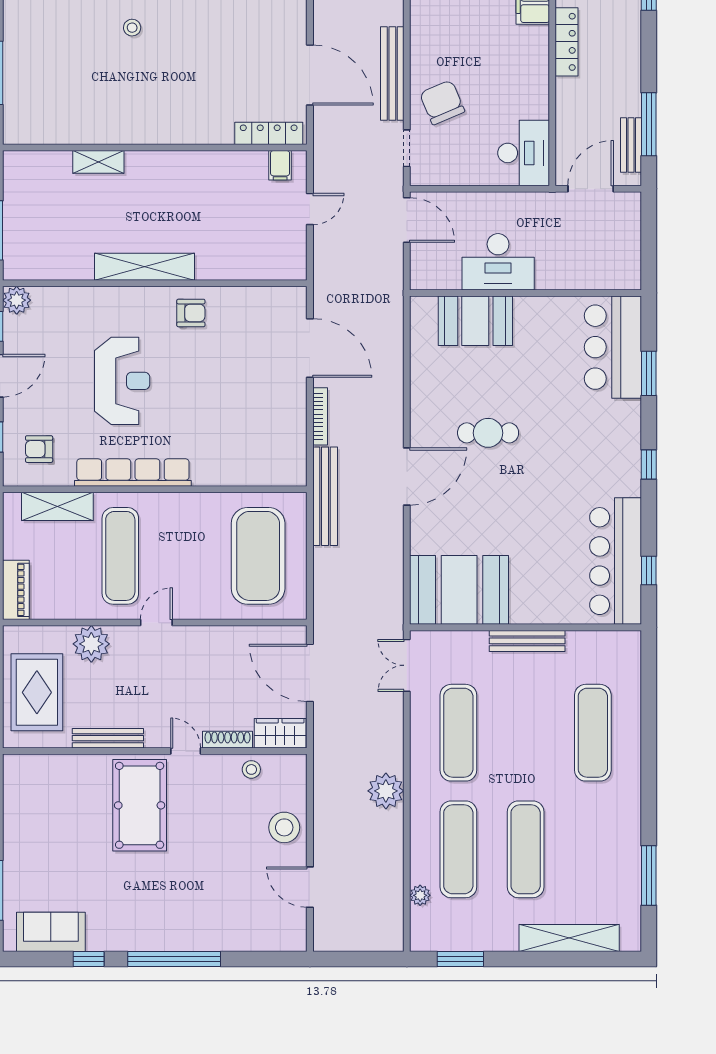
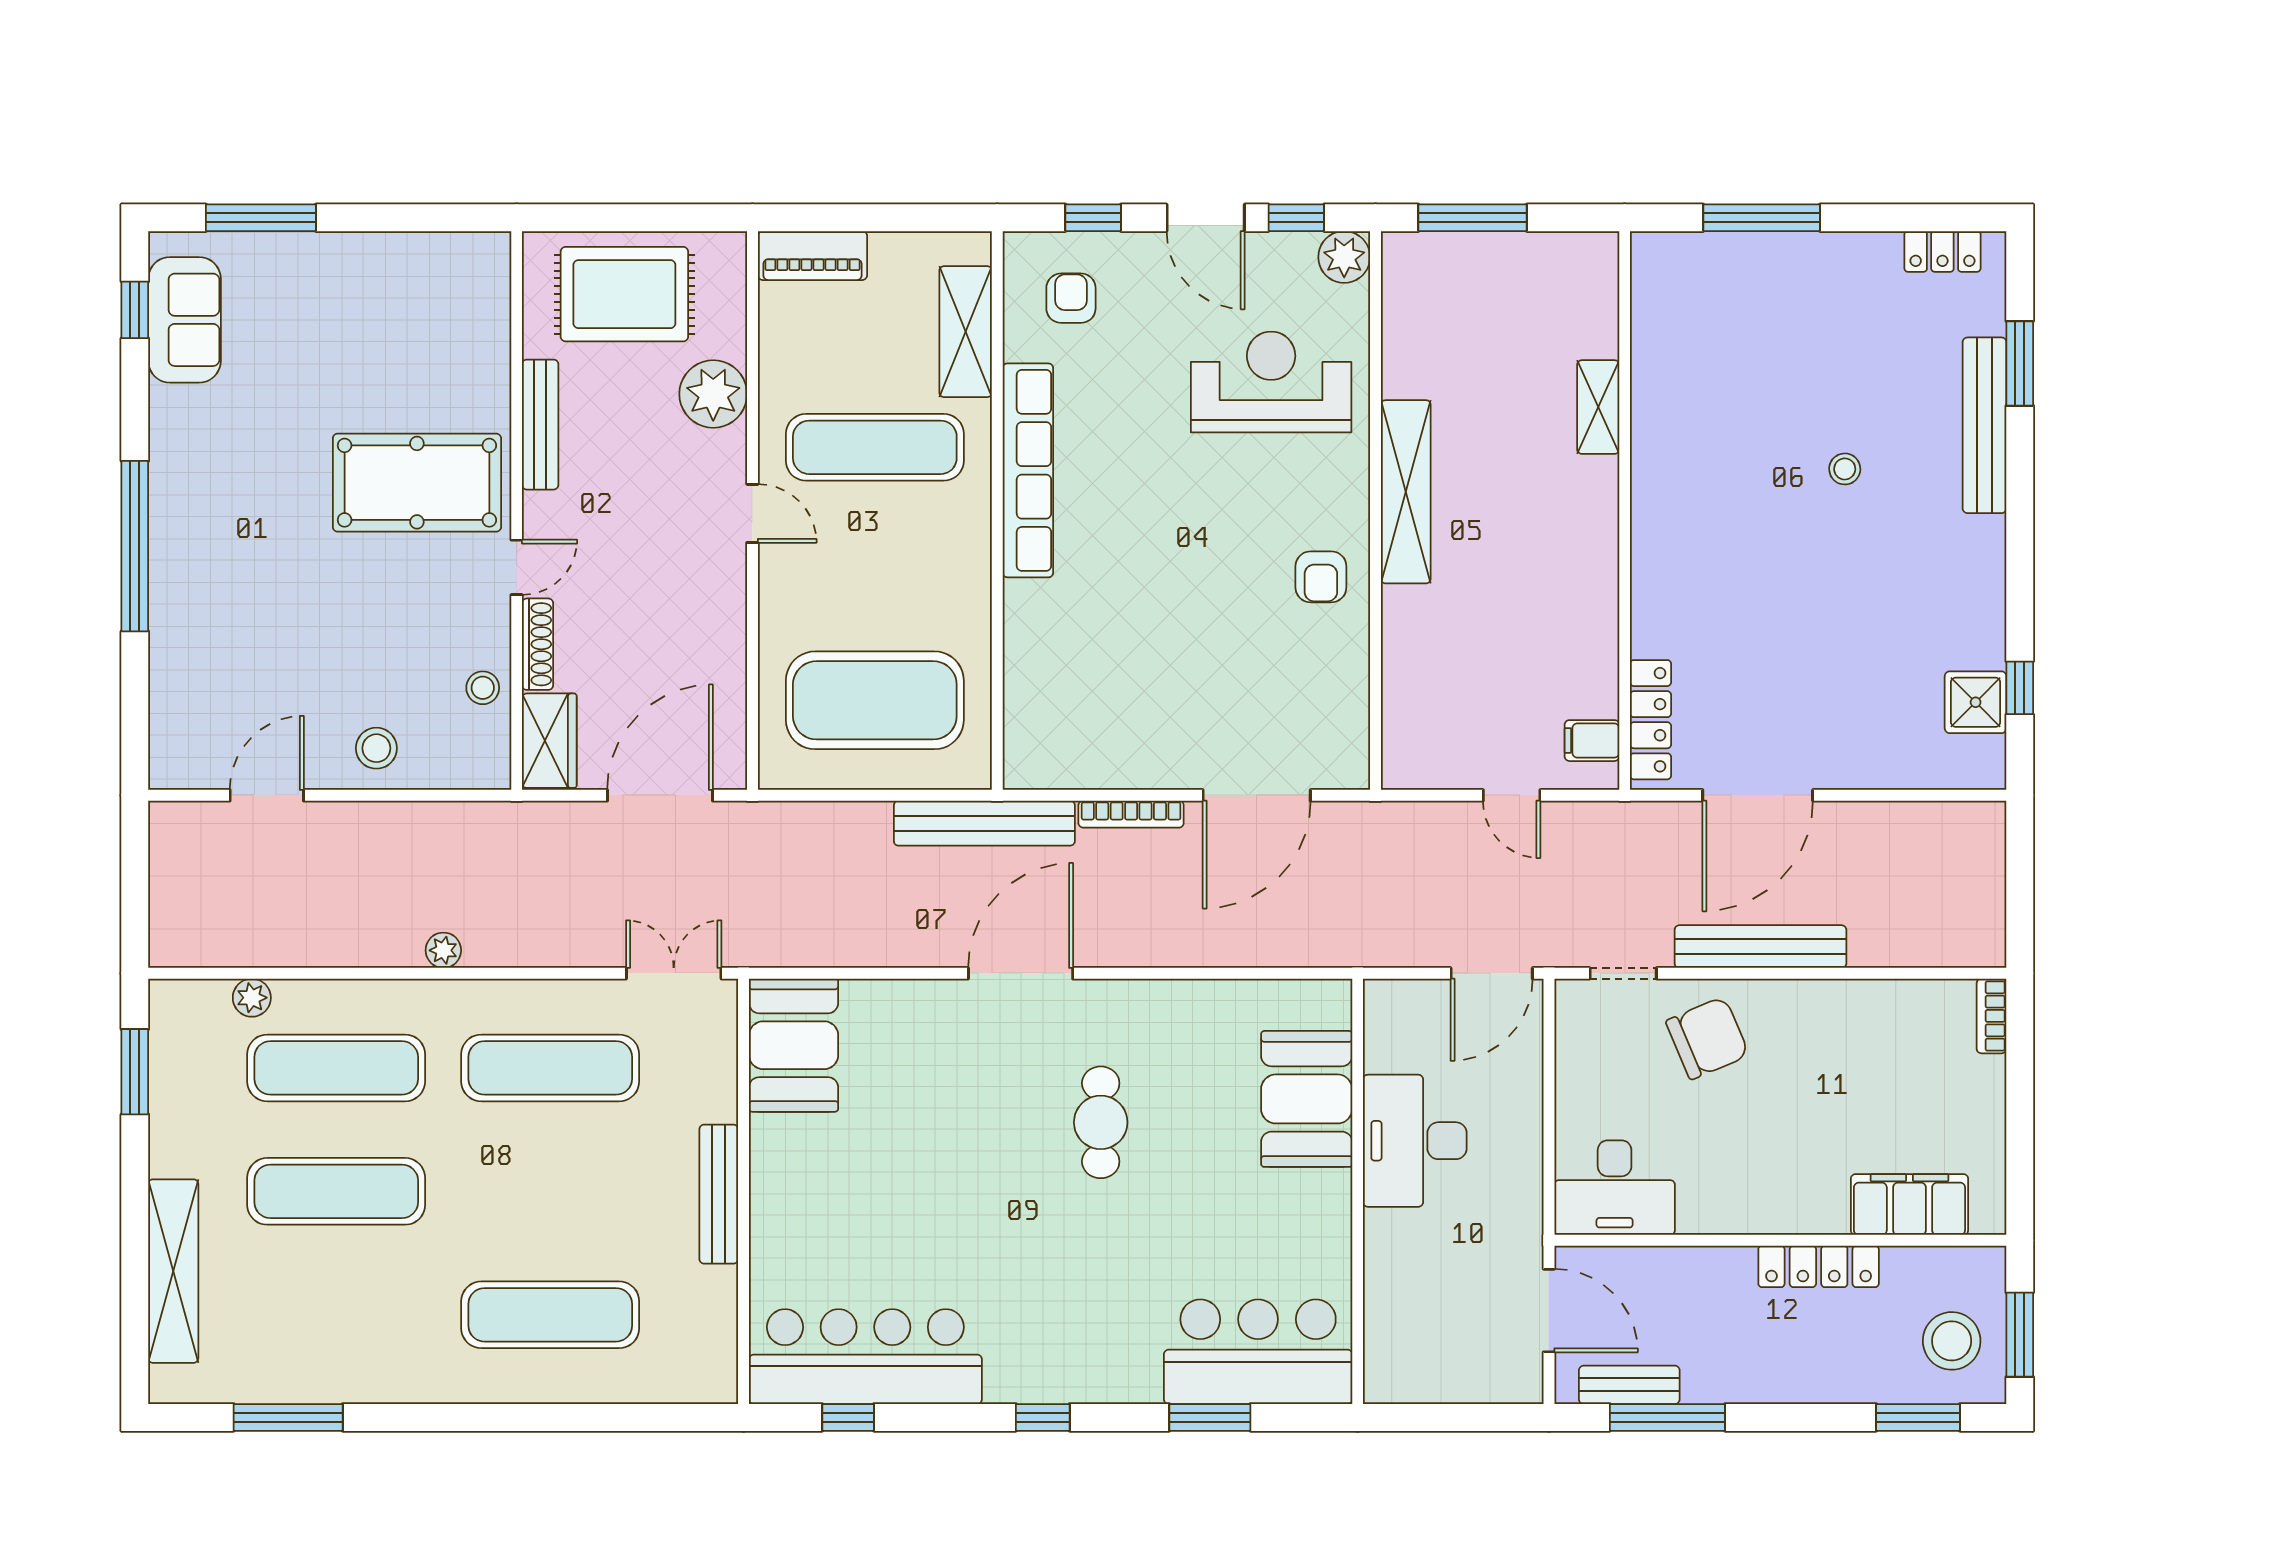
reception desk: (122, 381) -> (1271, 382), moved, turned 180
door: (407, 477) -> (1021, 973), swing flipped
booth: (459, 590) -> (794, 1045), width x0.73, depth x0.70
plant: (386, 791) -> (443, 950), width x0.53, depth x0.53
stool: (284, 827) -> (376, 748), width x0.73, depth x0.73
window: (89, 959) -> (135, 310), moved

